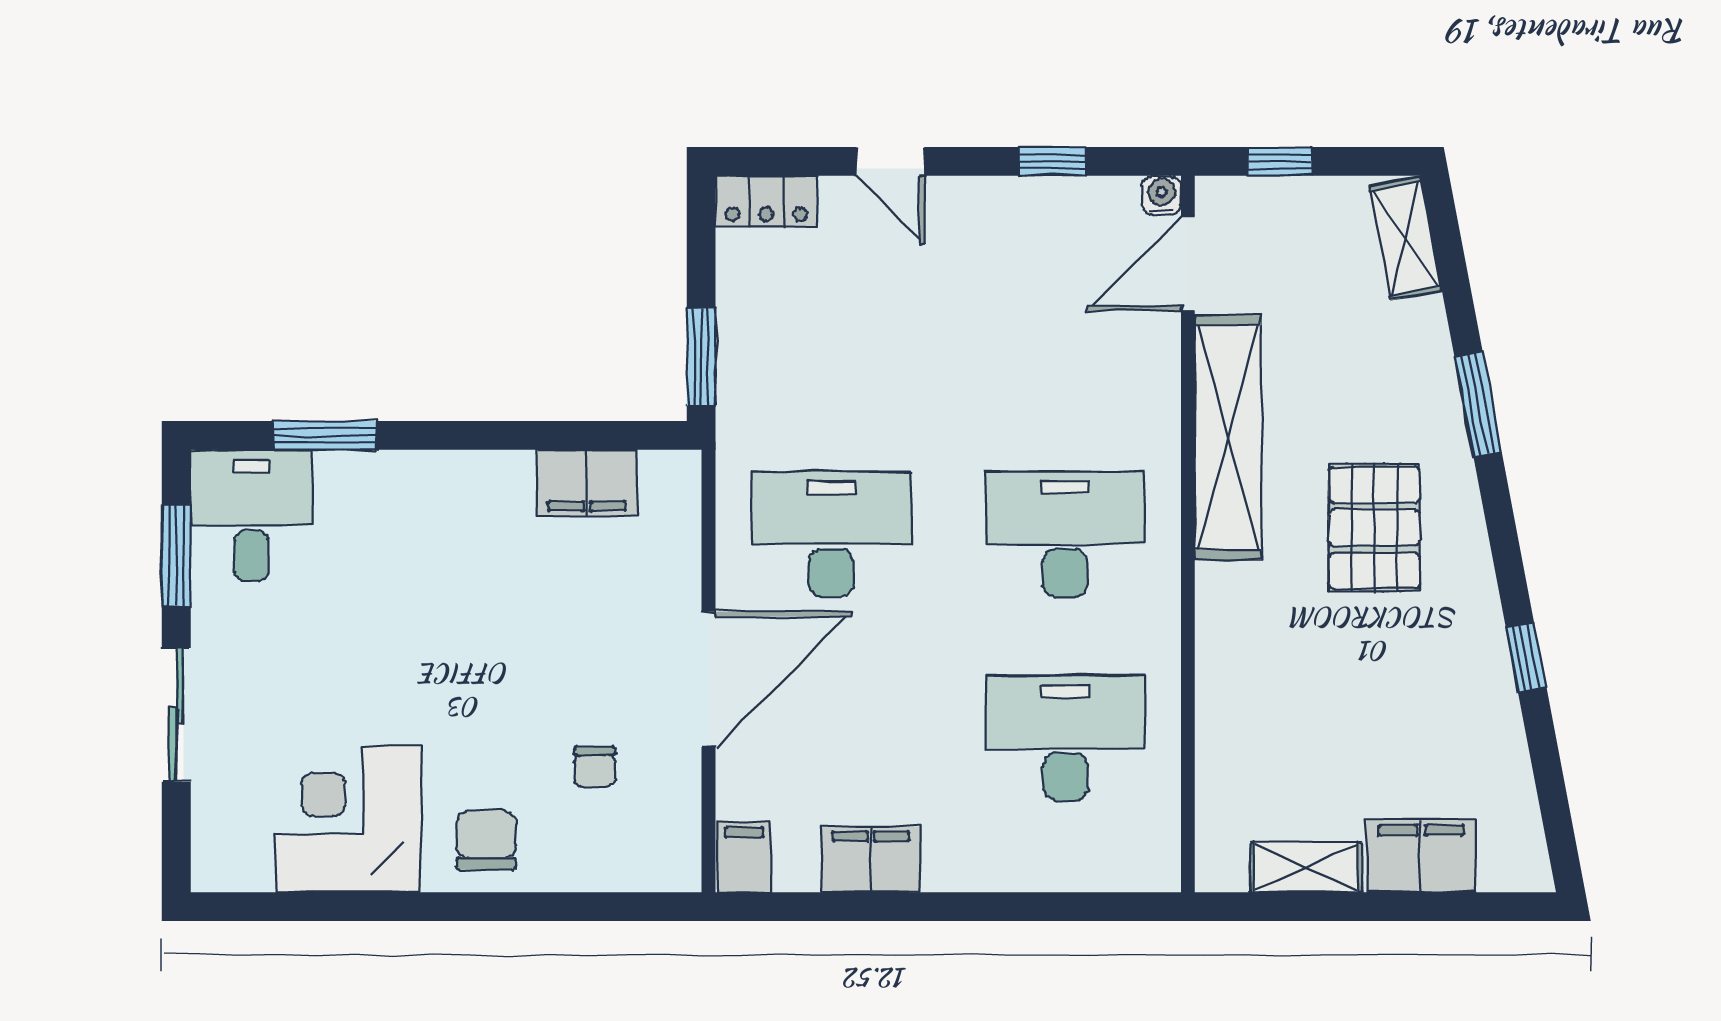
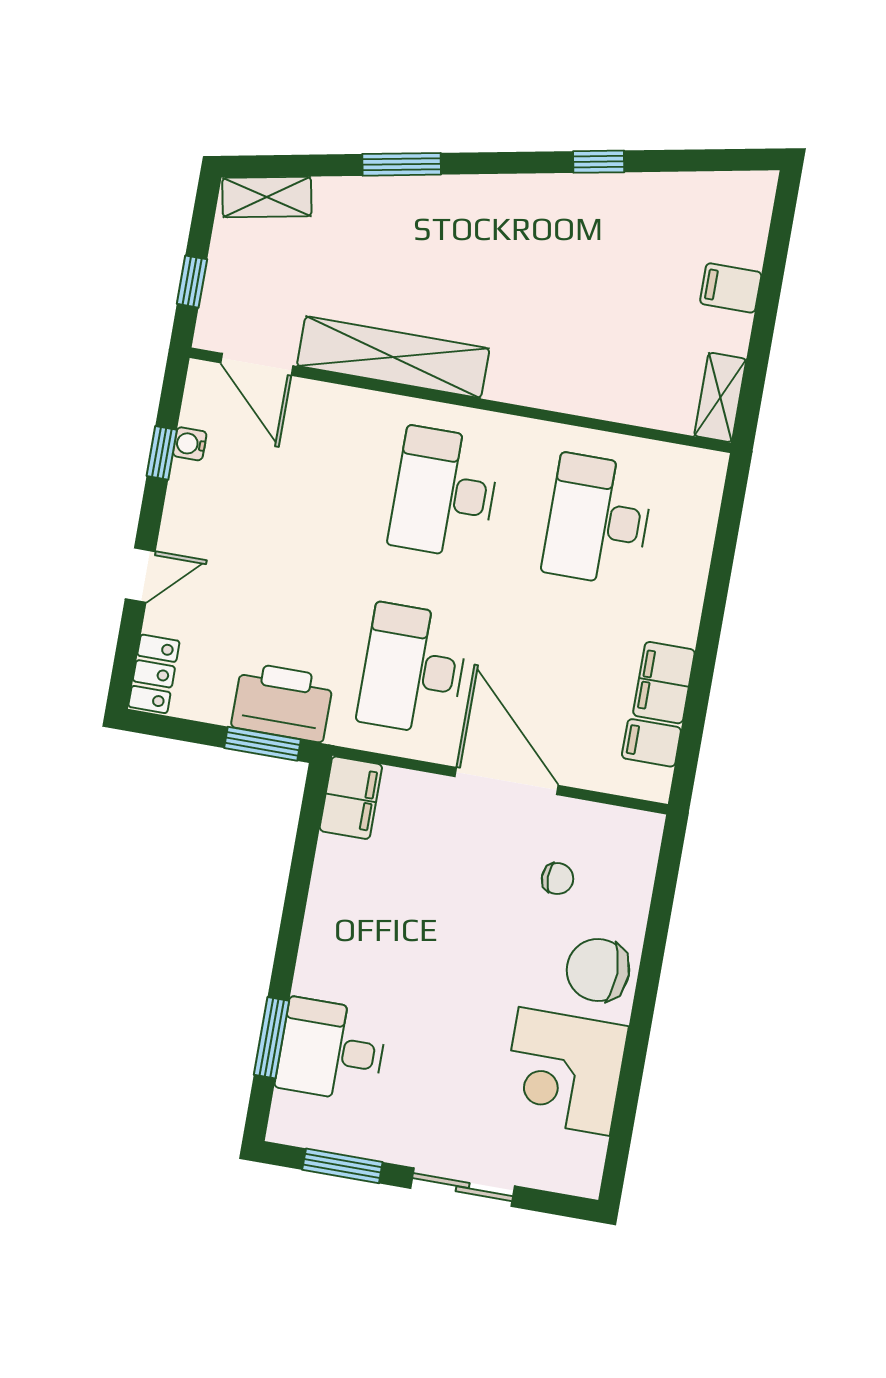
water cooler: (1161, 195) -> (190, 444), moved
printer: (759, 373) -> (282, 702), added
filing cabinet: (587, 483) -> (351, 798), moved
desk: (251, 515) -> (331, 1050), moved
pallet: (1374, 528) -> (481, 259), removed
chair: (486, 840) -> (598, 970), width x1.37, depth x1.37
filing cabinet: (1421, 856) -> (731, 288), width x0.50
filing cabinet: (744, 857) -> (651, 743), moved
shelving: (1306, 867) -> (720, 397), moved

